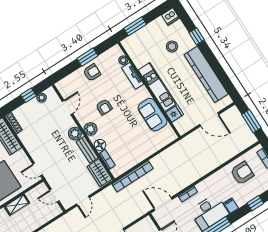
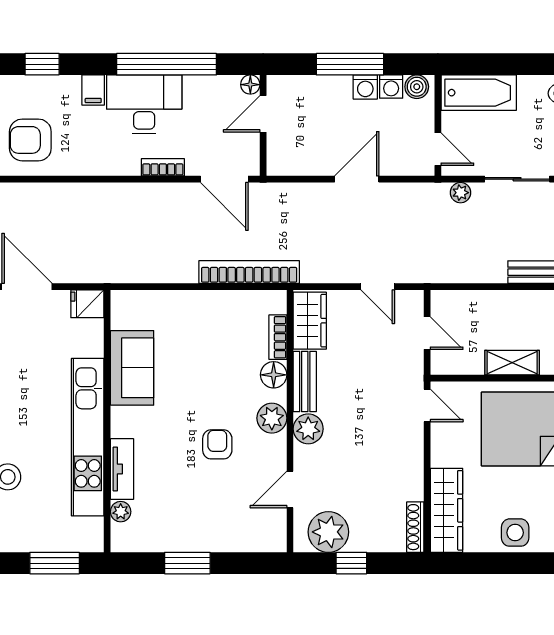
armchair: (92, 73) -> (198, 527), removed
kitchen unit: (157, 87) -> (88, 437), width x1.36
plant: (42, 98) -> (328, 532), width x1.87, depth x1.87
fridge: (175, 113) -> (87, 304), moved
door: (83, 201) -> (378, 287), swing flipped

